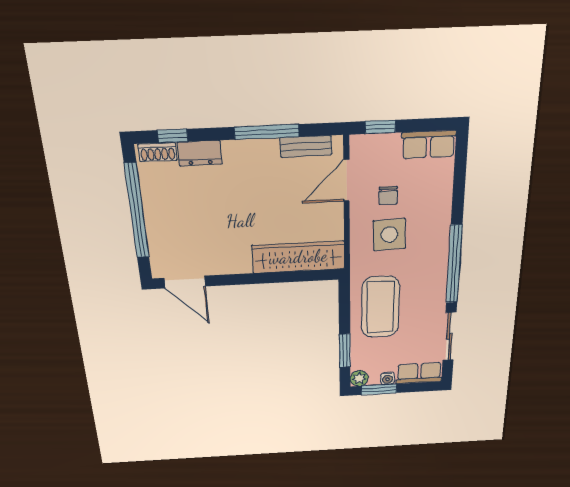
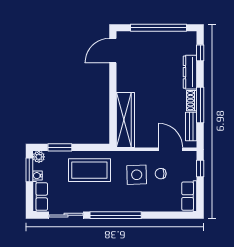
shoe rack: (158, 152) -> (192, 101), moved
dresser: (200, 153) -> (190, 72), width x1.44

